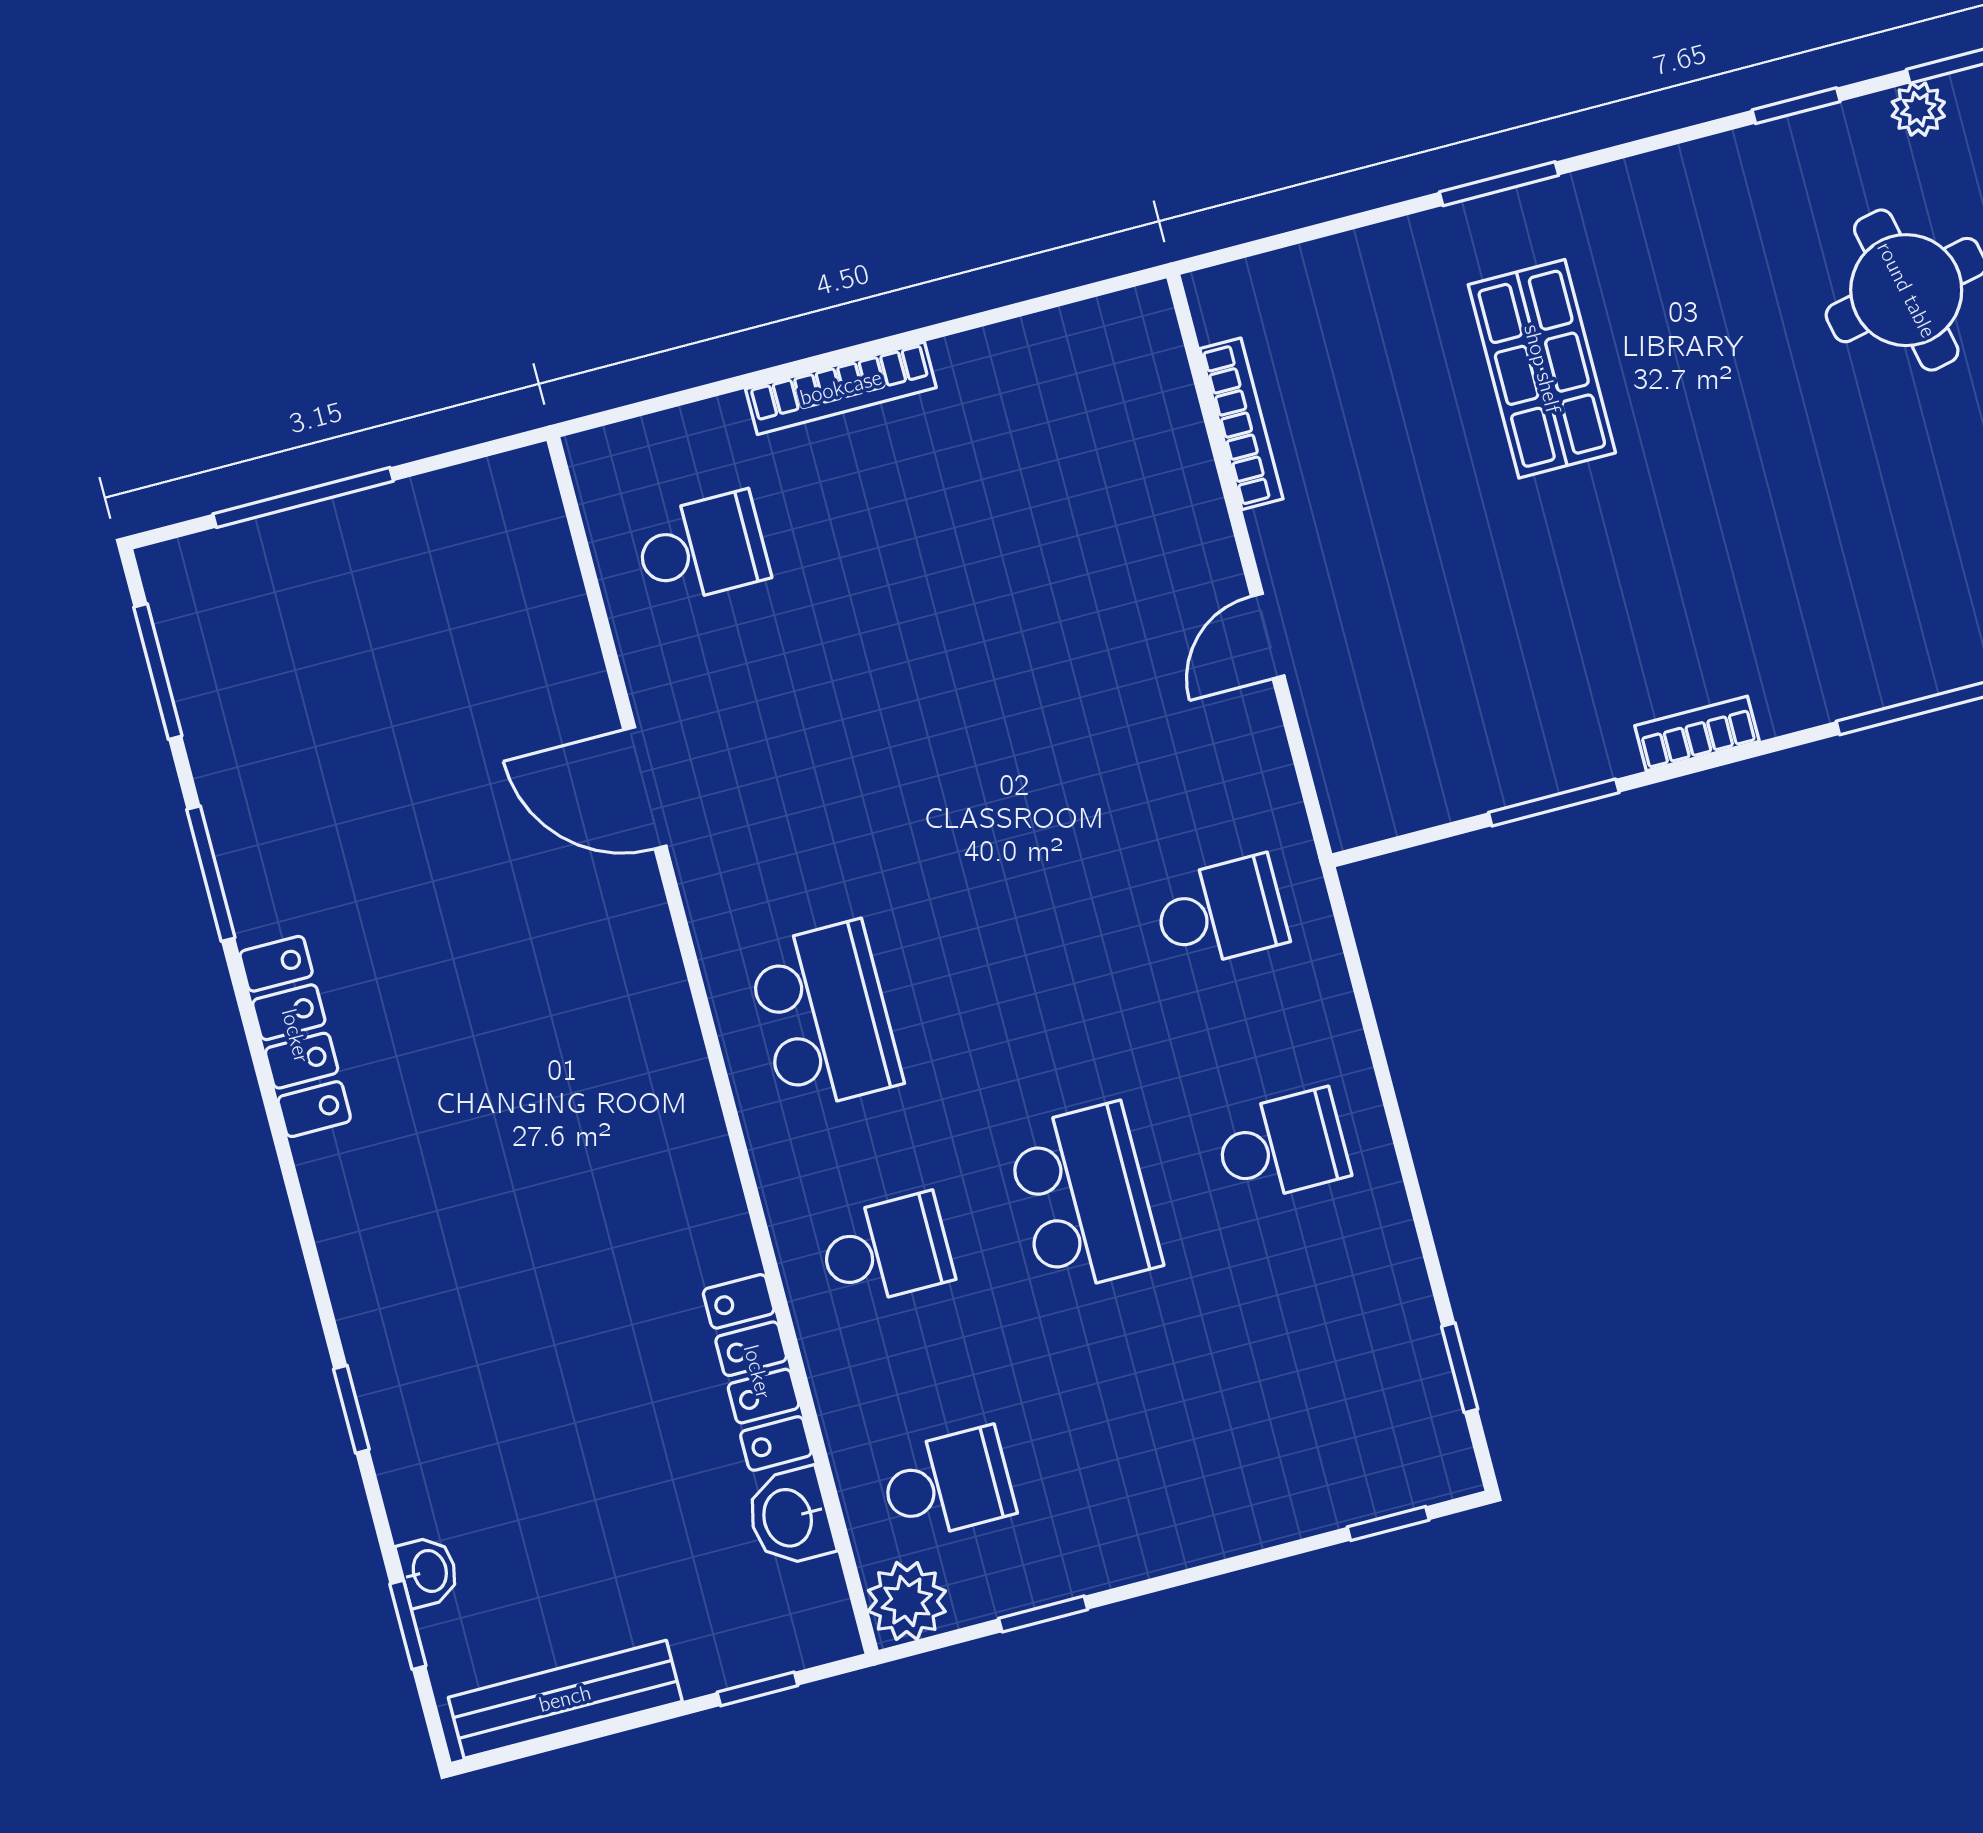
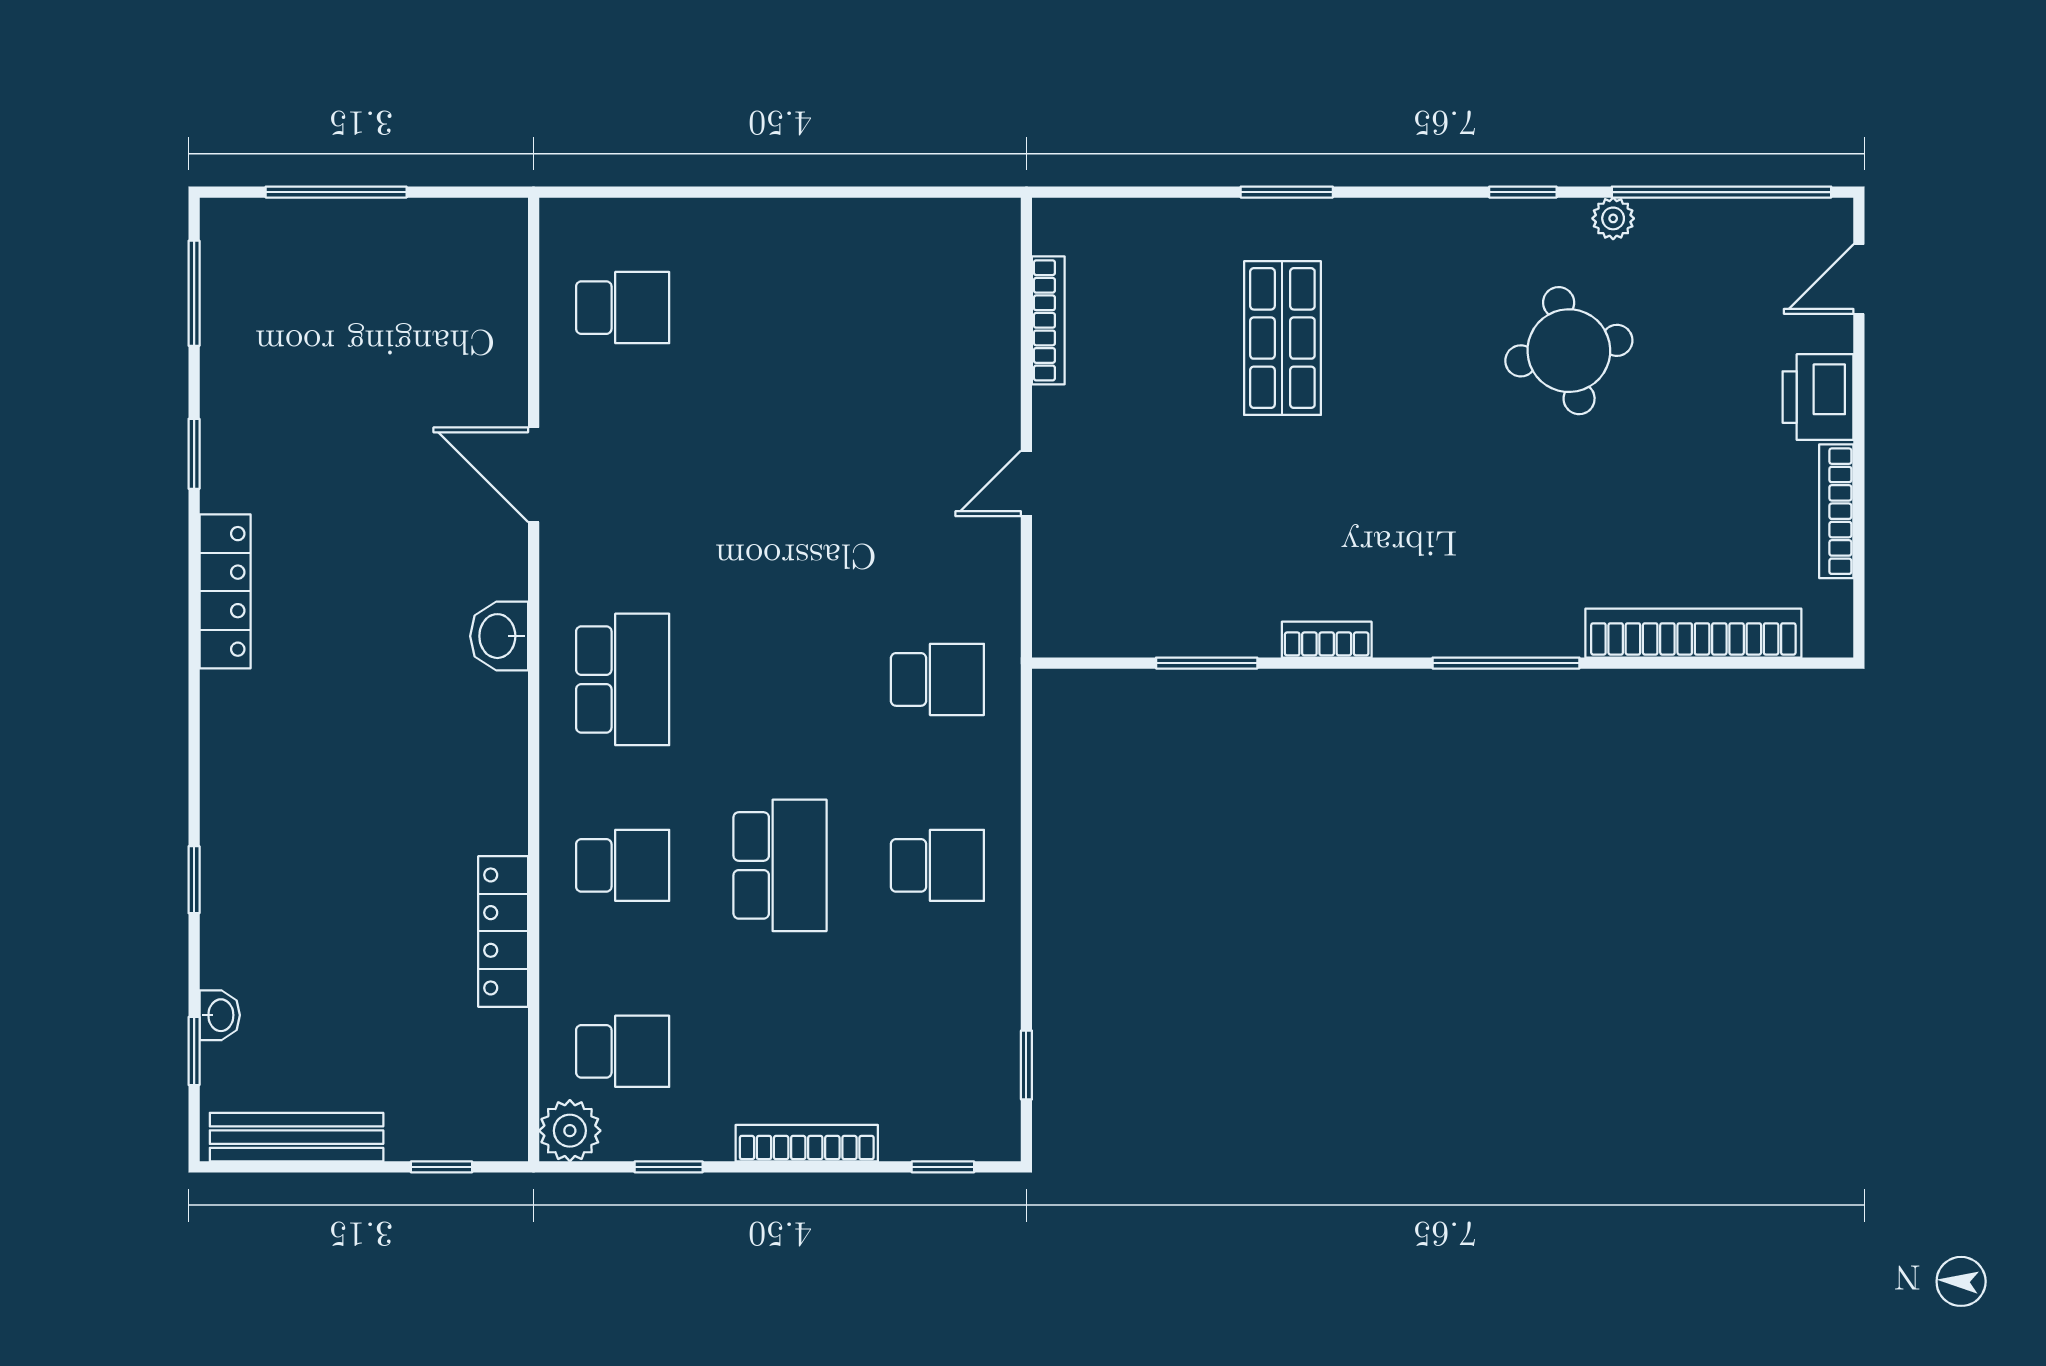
bookcase: (841, 388) -> (807, 1143), moved, turned 180
window: (211, 874) -> (194, 454), width x0.67
washbasin: (790, 1517) -> (499, 636), moved

